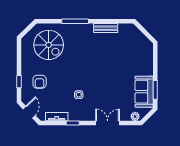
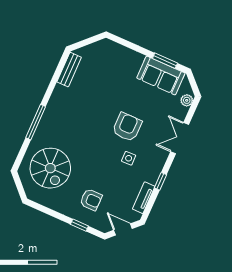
bench: (106, 28) -> (69, 70), moved
spiral stairs: (49, 45) -> (50, 168), turned 90
armchair: (99, 84) -> (127, 127), added

